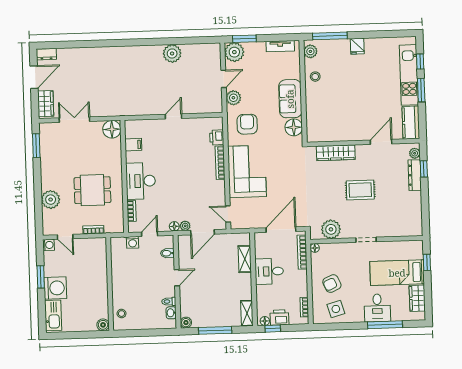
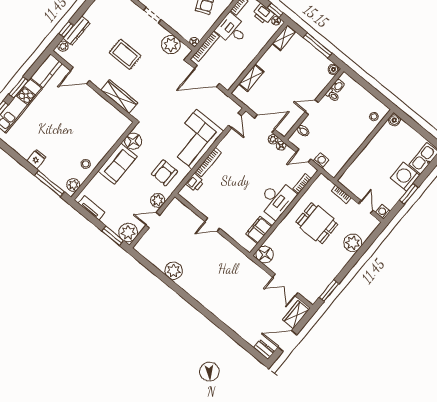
filing cabinet: (133, 145) -> (259, 230), width x2.00
desk: (269, 271) -> (232, 29), moved, turned 180

